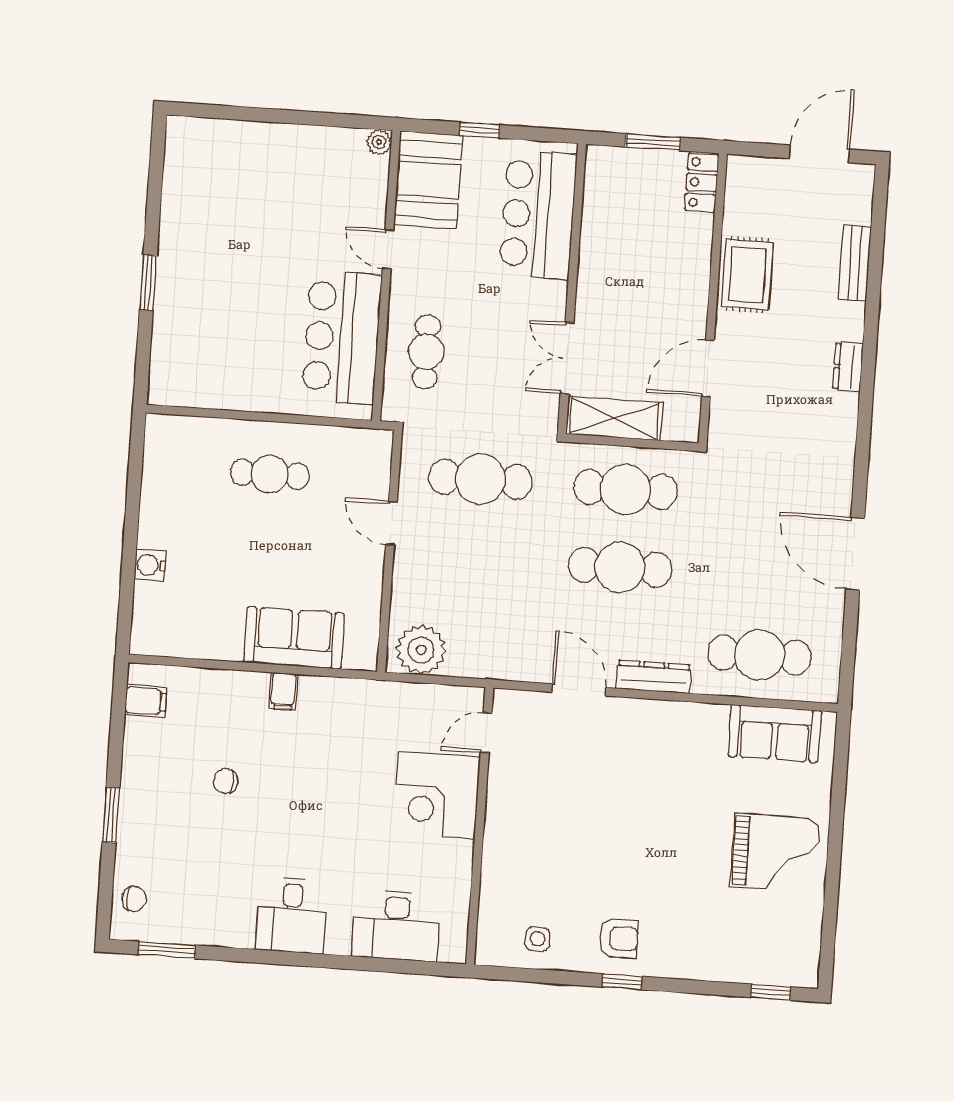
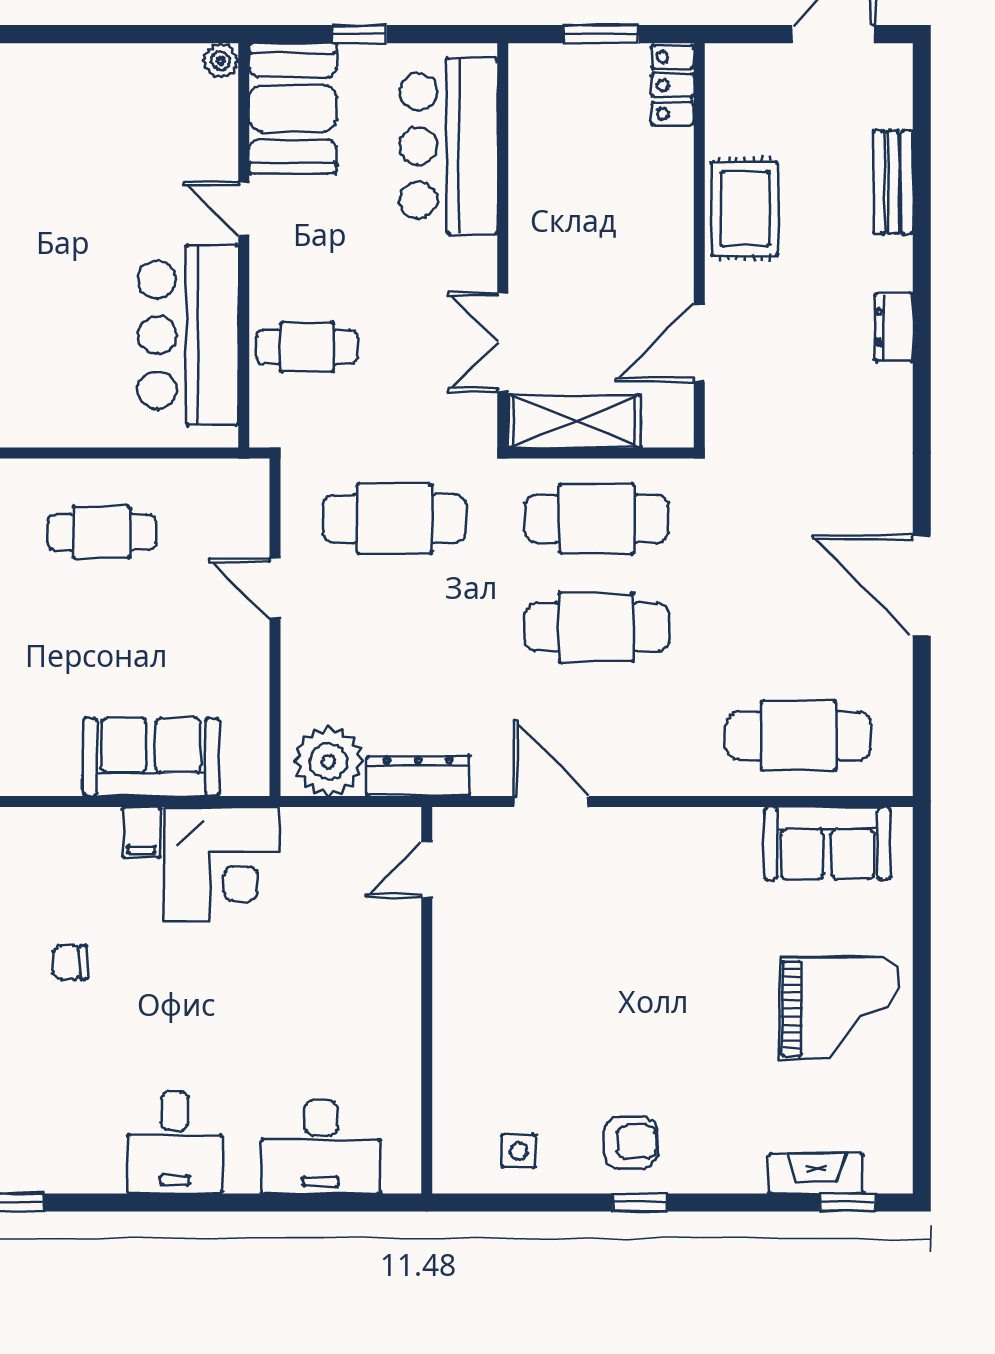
cafe table: (426, 352) -> (307, 347), turned 90
dresser: (653, 677) -> (418, 776), moved
corner desk: (437, 795) -> (221, 864), moved, turned -90
fireplace: (750, 970) -> (816, 1174), added

